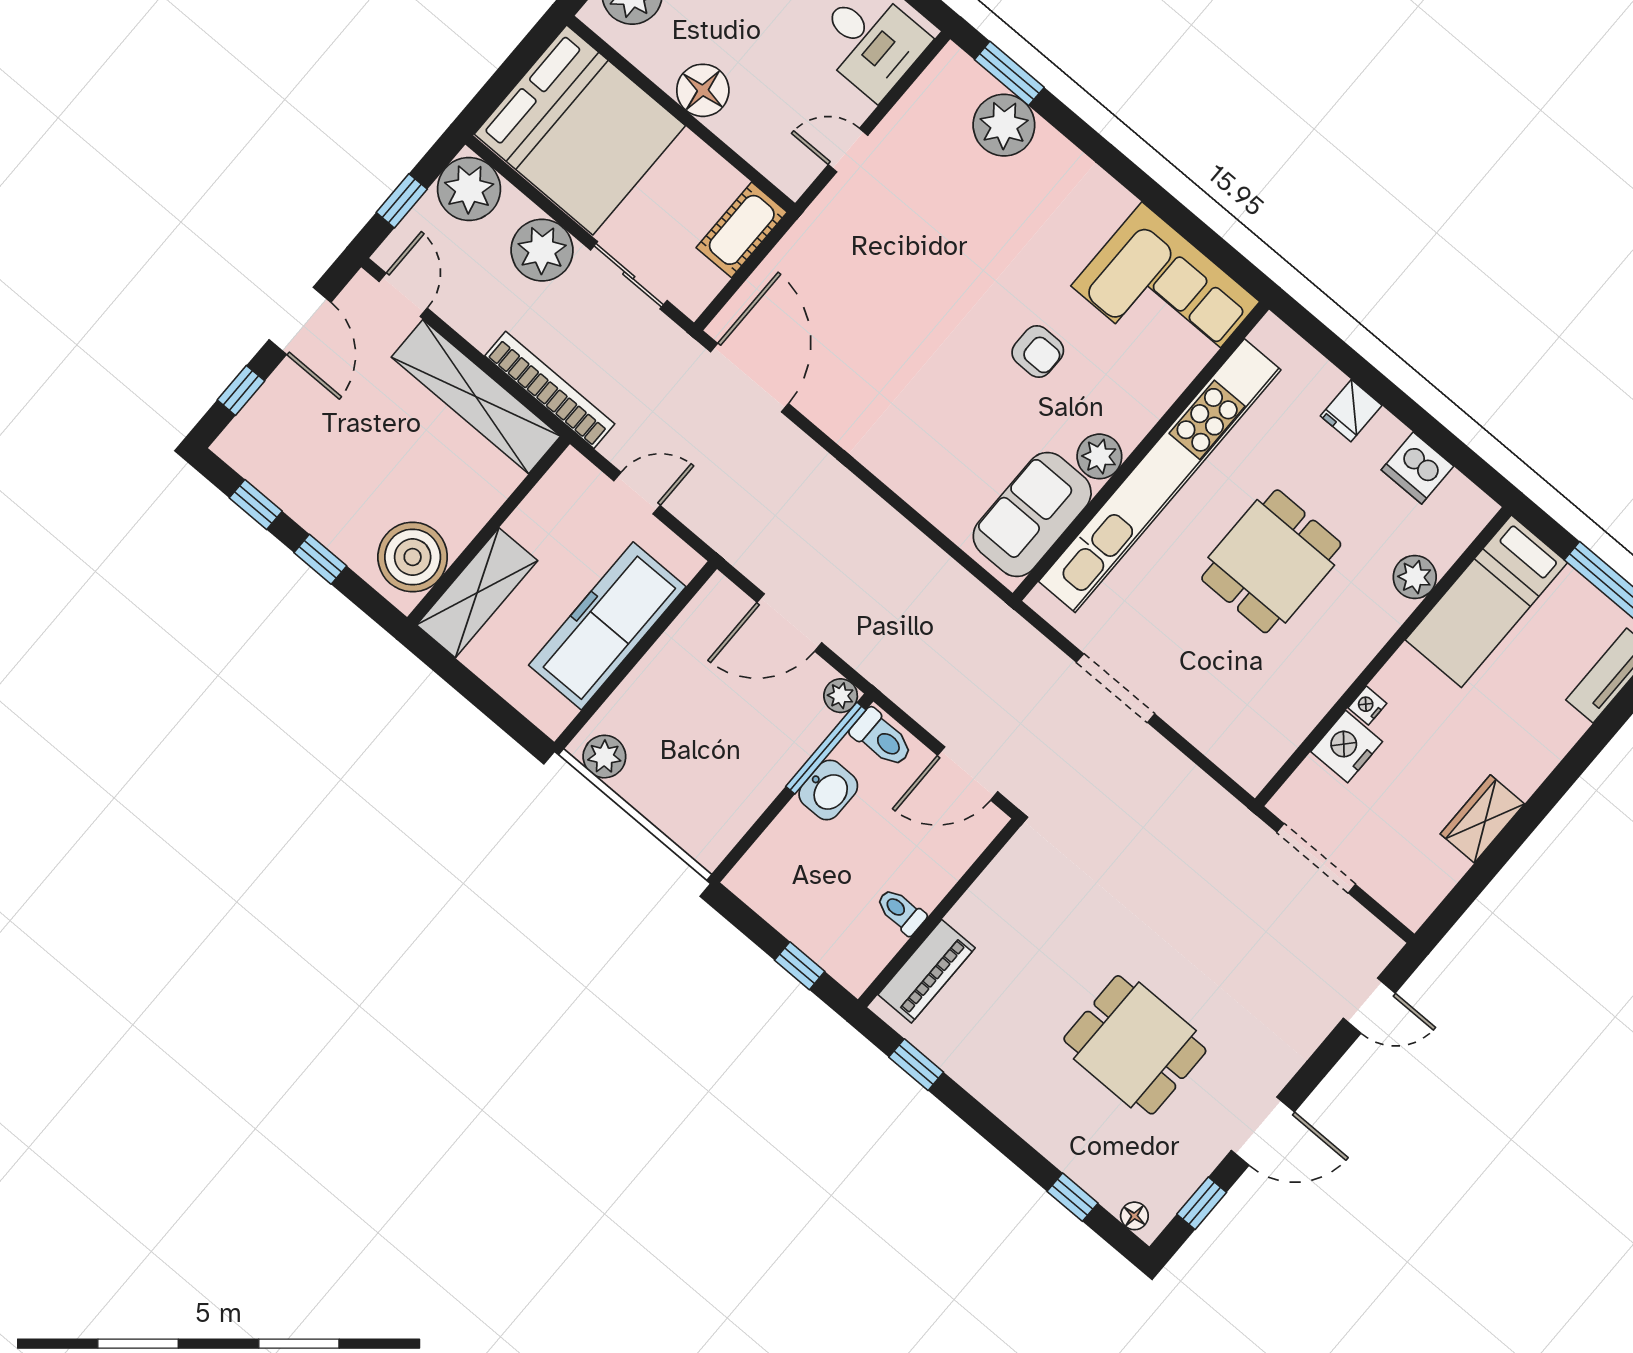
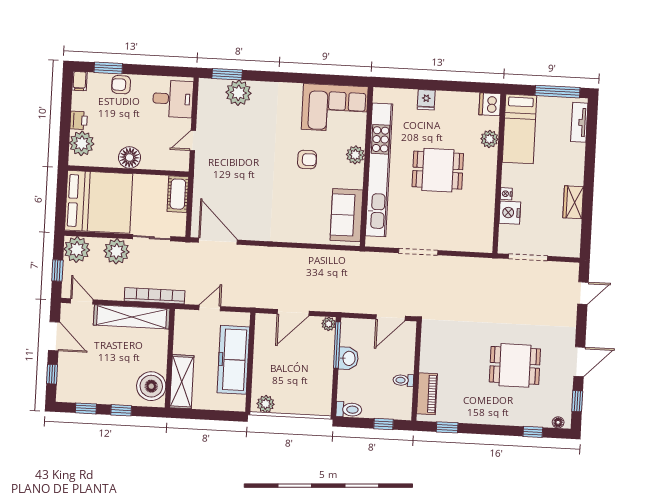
plant: (1099, 456) -> (355, 155), moved
dishwasher: (1417, 468) -> (490, 104), moved, turned 90
dining table: (1271, 561) -> (438, 170), turned 90
toilet: (882, 738) -> (349, 409), moved

